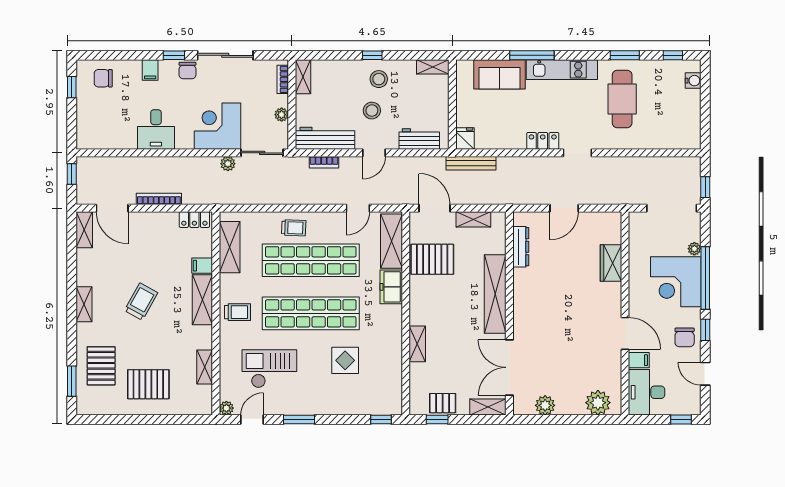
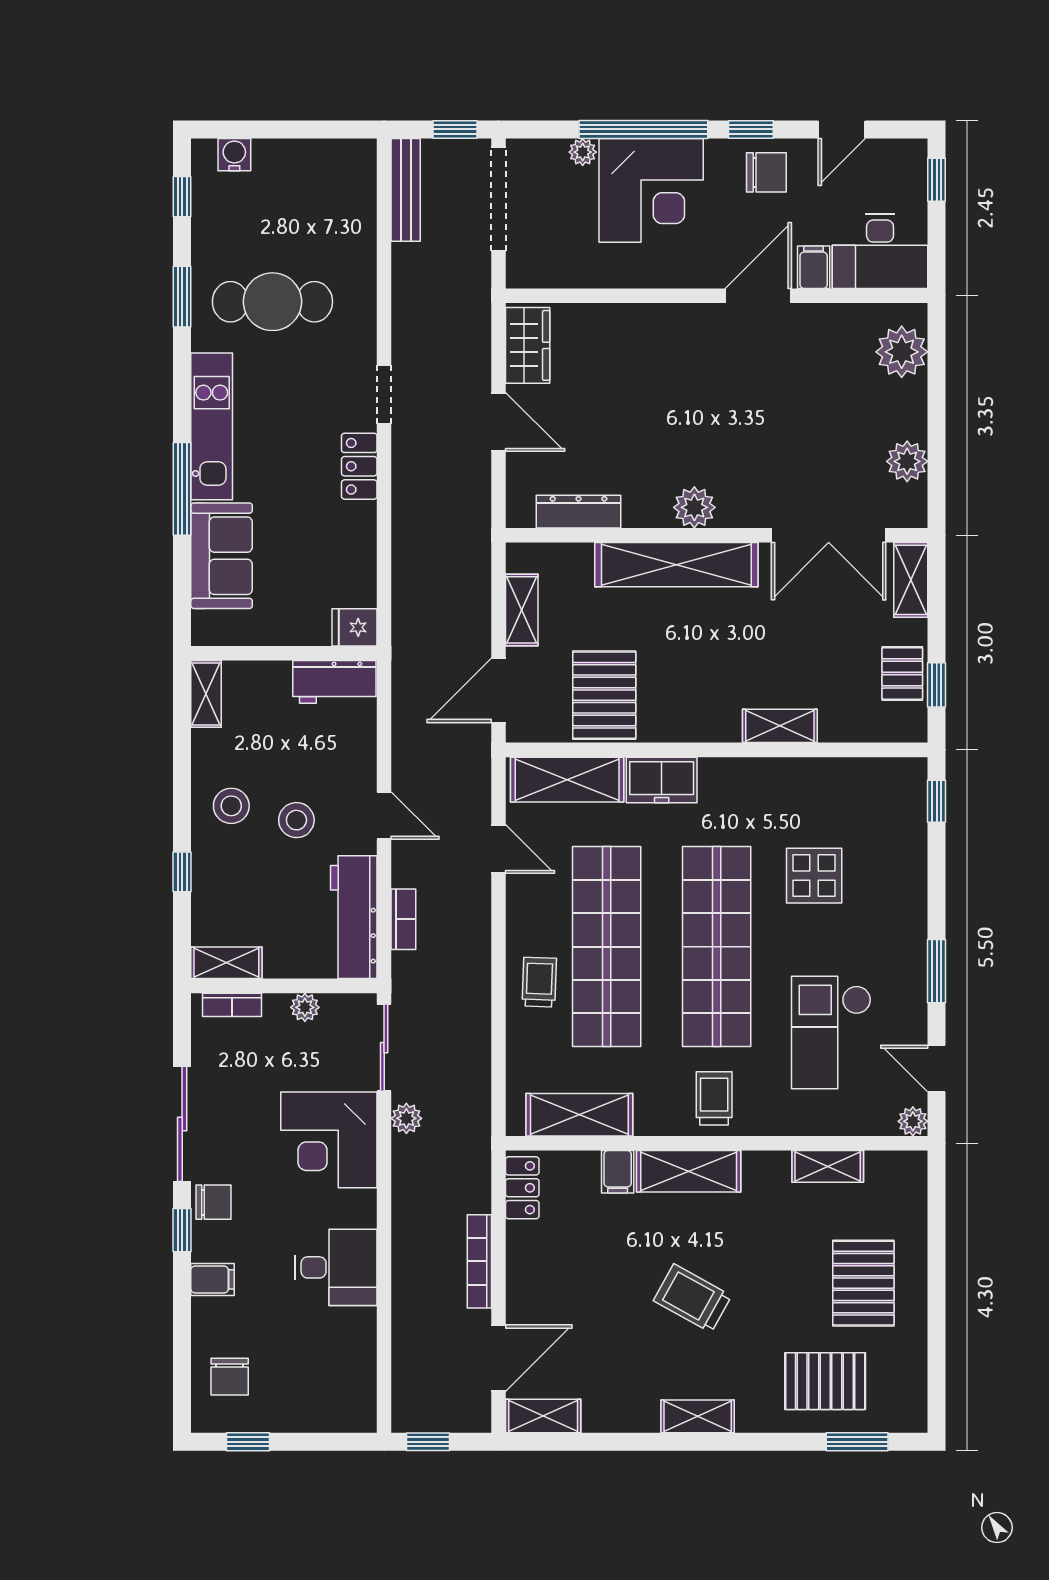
window: (372, 55) -> (182, 872), moved
workbench: (419, 139) -> (334, 682), moved, turned -90
bench: (471, 163) -> (406, 190), moved
wardrobe: (611, 263) -> (528, 345), moved, turned -90
plant: (523, 303) -> (694, 507), added

